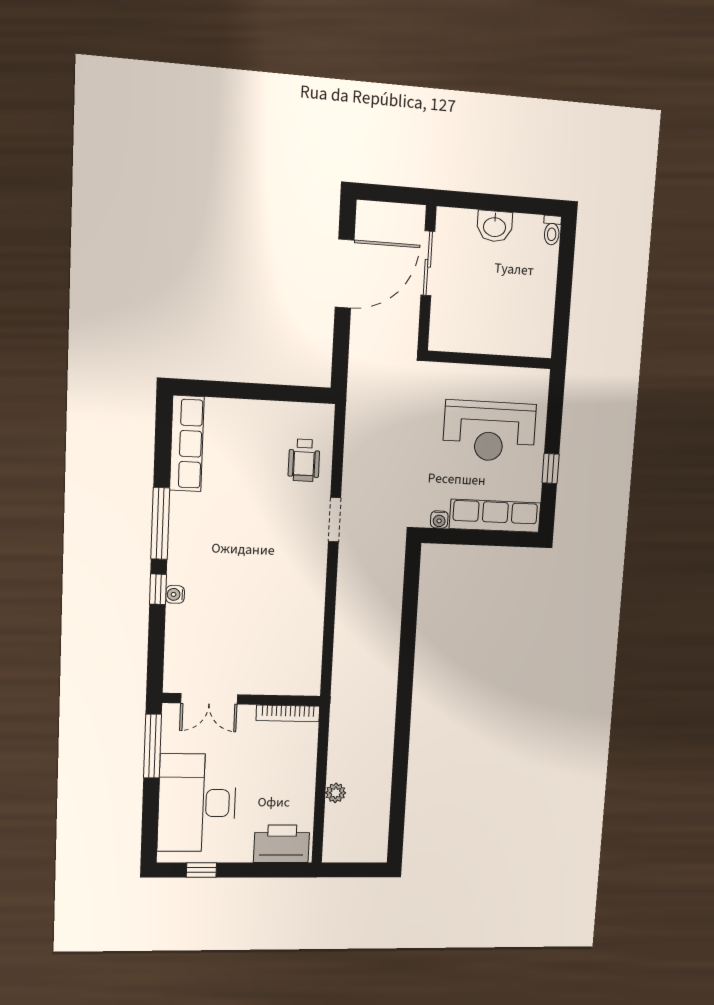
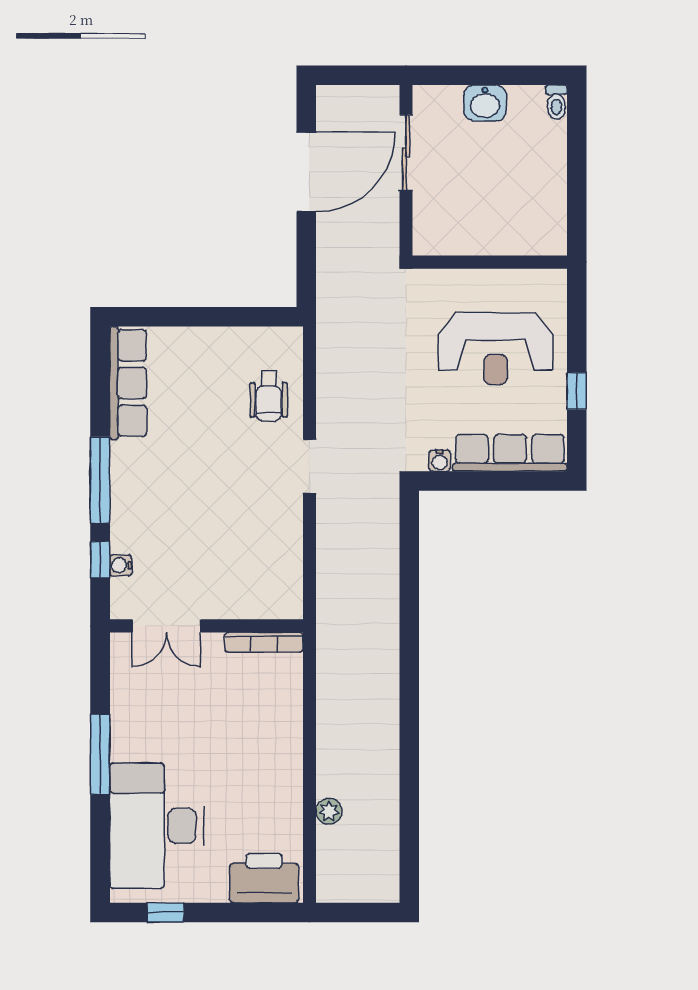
double door: (209, 699) -> (166, 626), moved
wall: (242, 699) -> (206, 626), moved
bookcase: (288, 713) -> (264, 642), moved

